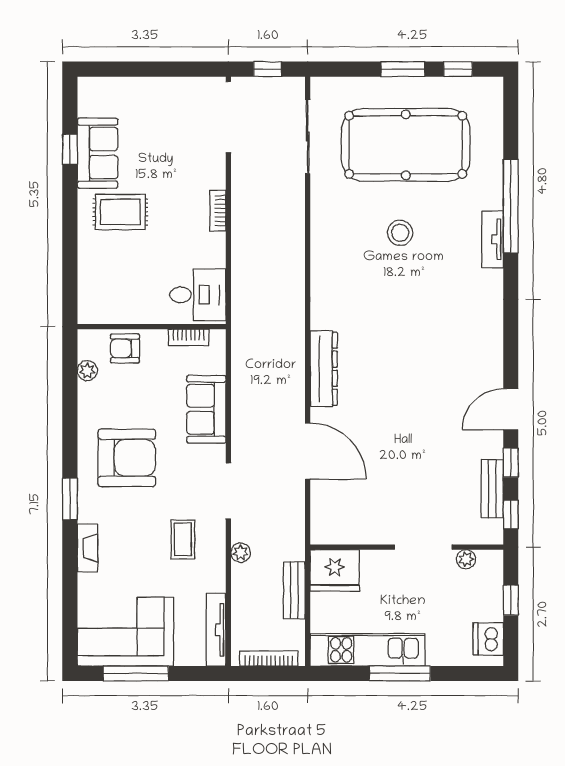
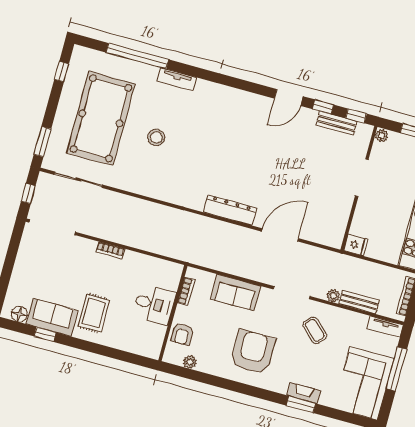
window: (403, 69) -> (42, 142), moved
floor lamp: (89, 104) -> (19, 314), added
window: (511, 206) -> (137, 56), moved
desk: (198, 295) -> (154, 304), moved, turned 90
door: (511, 409) -> (289, 97), hinge flipped
window: (70, 499) -> (301, 404), moved
coffee table: (183, 539) -> (315, 330), turned 43
plant: (466, 559) -> (382, 136), moved
fridge: (335, 570) -> (356, 245), width x0.53, depth x0.75
bench: (294, 590) -> (359, 302), moved
tv unit: (216, 630) -> (385, 327), width x0.71
window: (136, 673) -> (396, 369), moved

